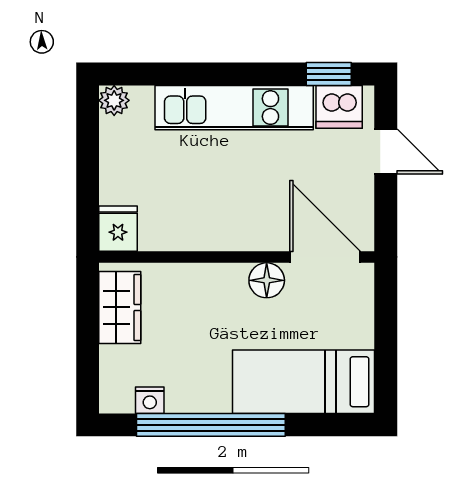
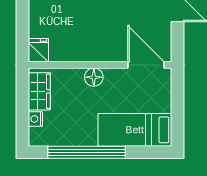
floor lamp: (267, 280) -> (94, 77), moved
nightstand: (150, 400) -> (35, 119), moved, turned 90

